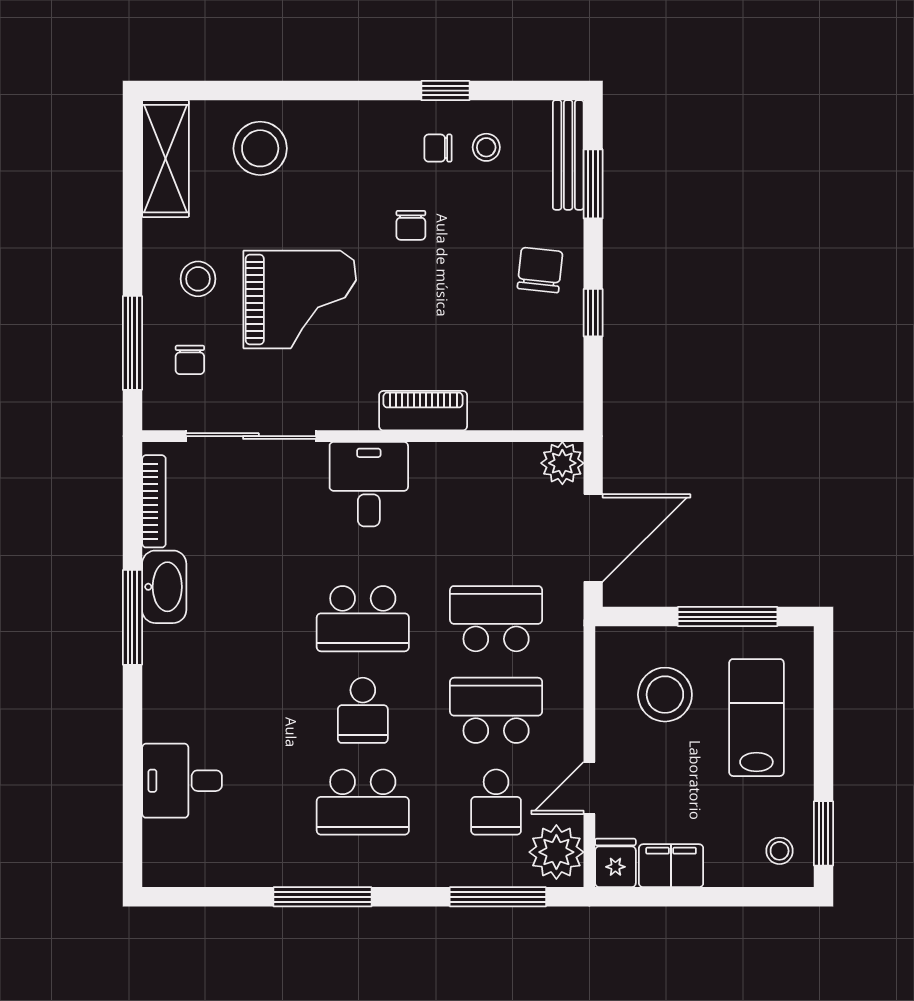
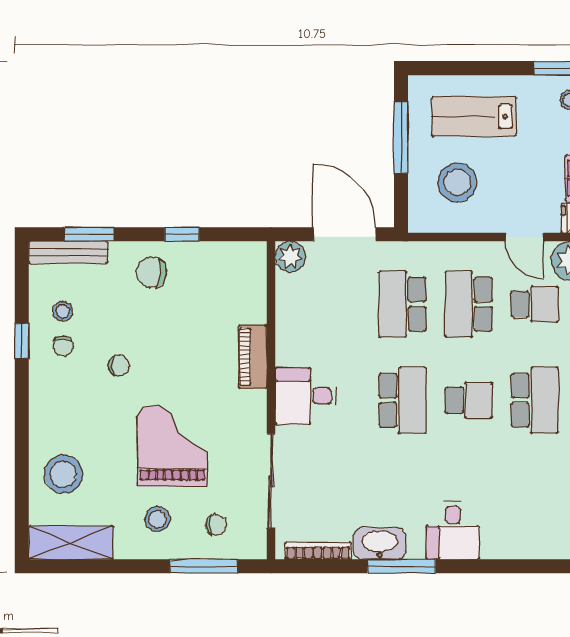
desk: (182, 781) -> (453, 531), moved

